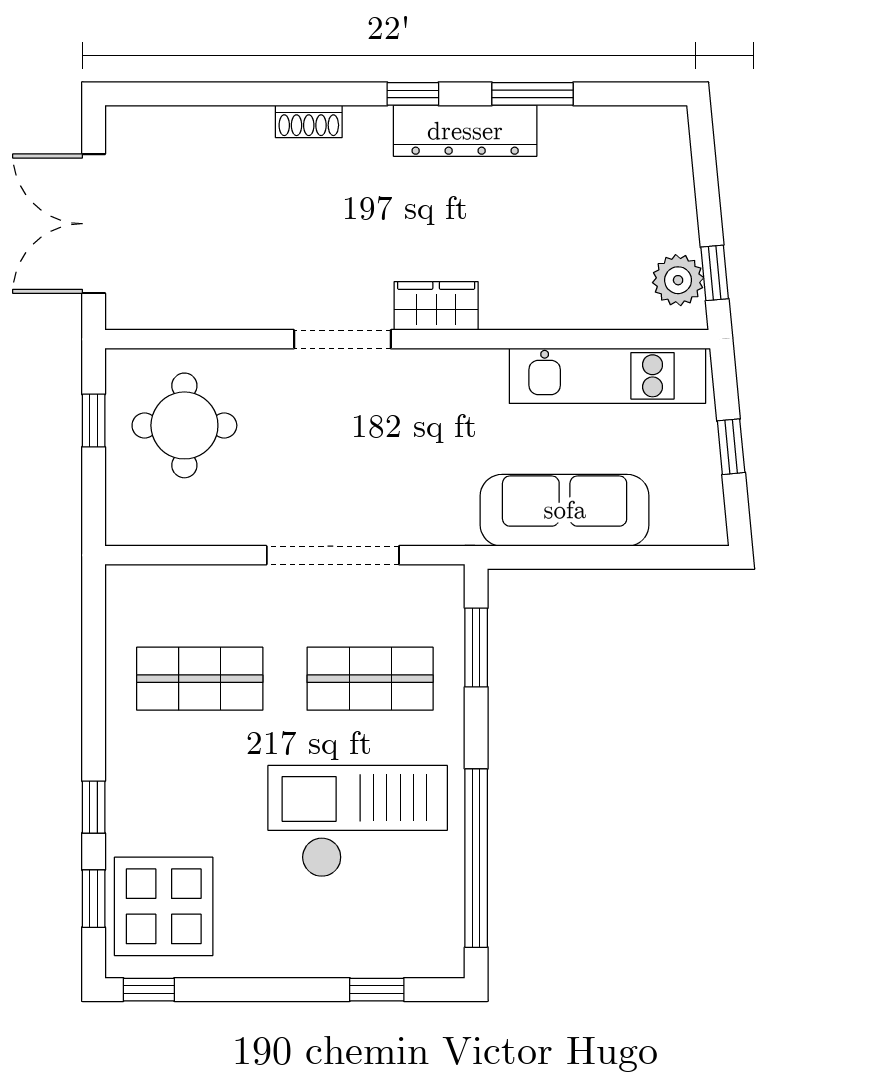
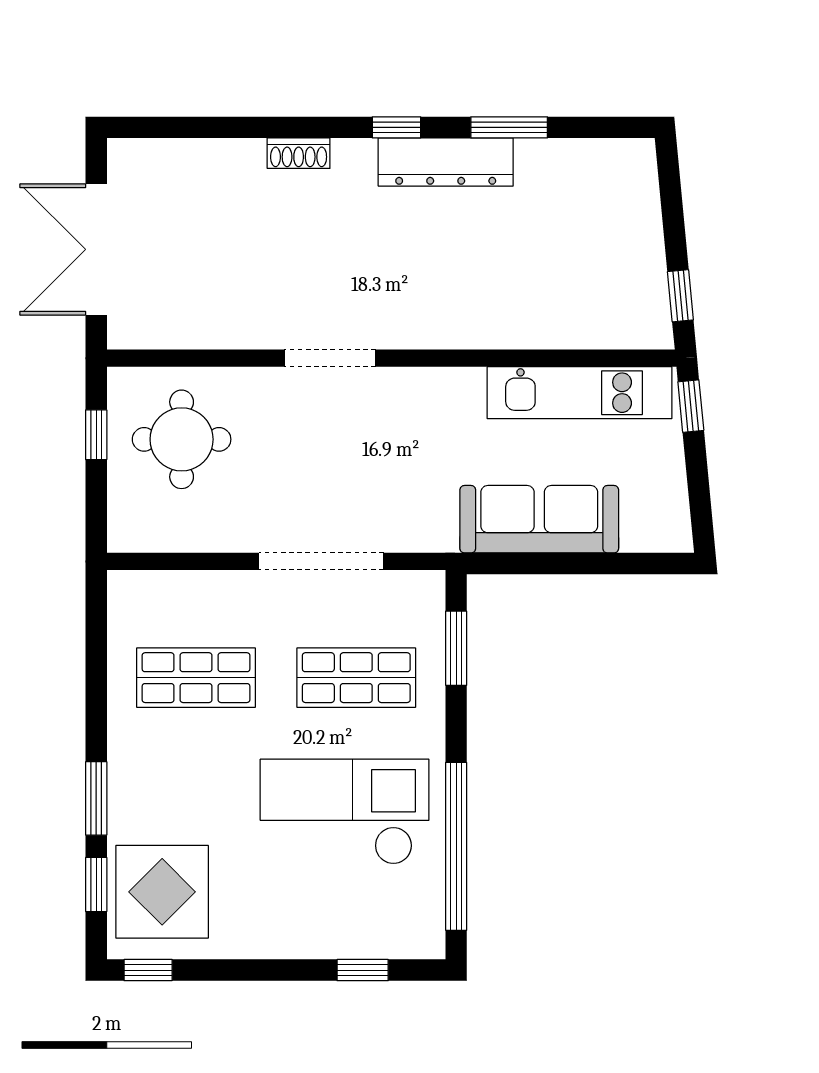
plant: (678, 280) -> (646, 303), removed
wardrobe: (436, 306) -> (418, 327), removed
window: (731, 447) -> (691, 406), moved
window: (94, 807) -> (96, 798), width x1.50

